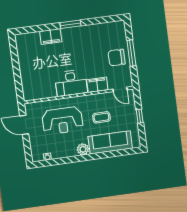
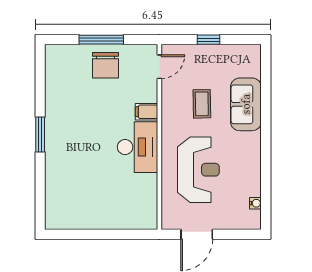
filing cabinet: (51, 37) -> (56, 170), removed
filing cabinet: (97, 85) -> (146, 112), width x0.50
sofa: (110, 142) -> (246, 104), width x0.73
plant: (83, 149) -> (251, 142), removed

